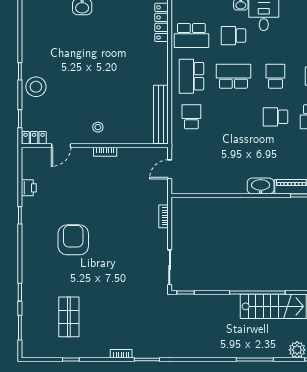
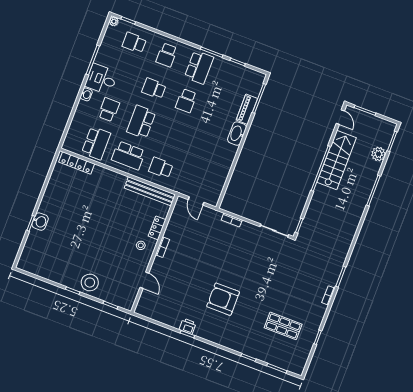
school desk: (233, 36) -> (109, 110), turned 180
locker: (34, 138) -> (157, 228), moved
printer: (29, 188) -> (188, 326), moved

